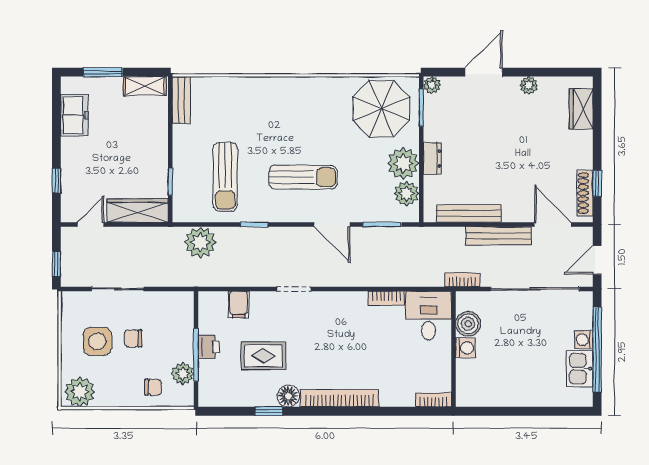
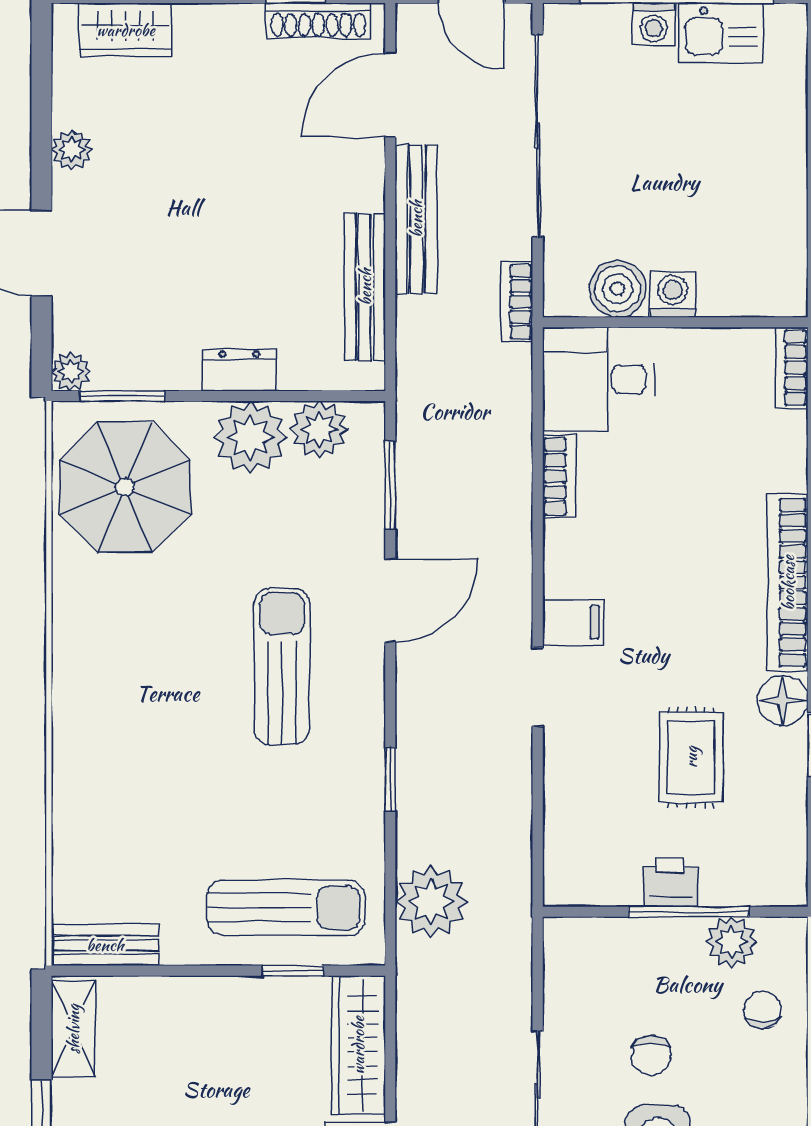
sun lounger: (225, 177) -> (286, 908), moved
filing cabinet: (239, 304) -> (573, 622), moved

